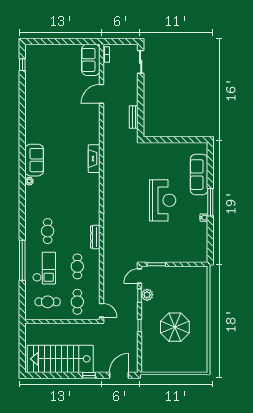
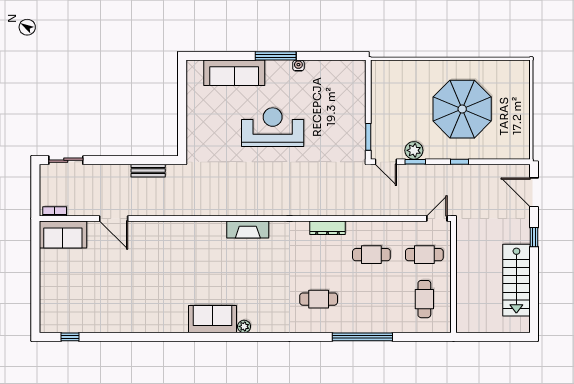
fireplace: (94, 159) -> (248, 229), moved
checkout: (44, 268) -> (374, 304), removed
parasol: (175, 327) -> (462, 109), width x1.36, depth x1.36
stairs: (60, 359) -> (516, 280), width x0.73, depth x0.66

